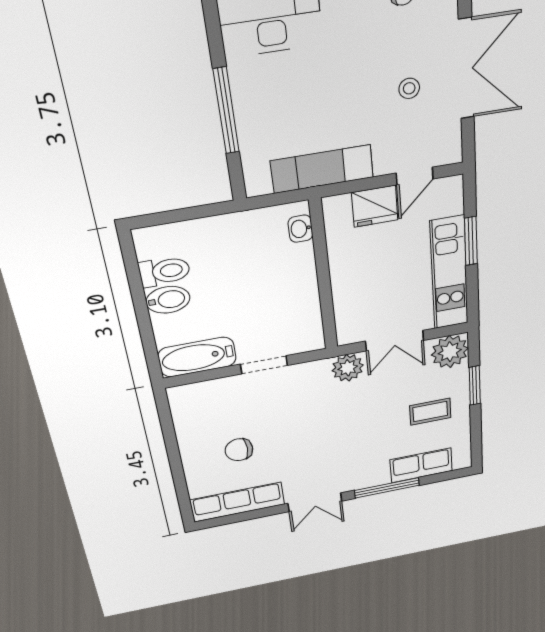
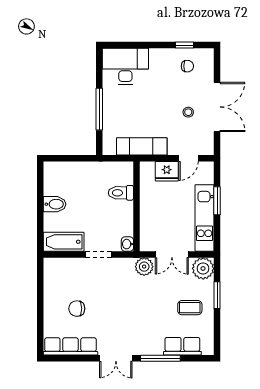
washbasin: (300, 229) -> (127, 244), moved
toilet: (165, 271) -> (121, 193), moved, turned 180

